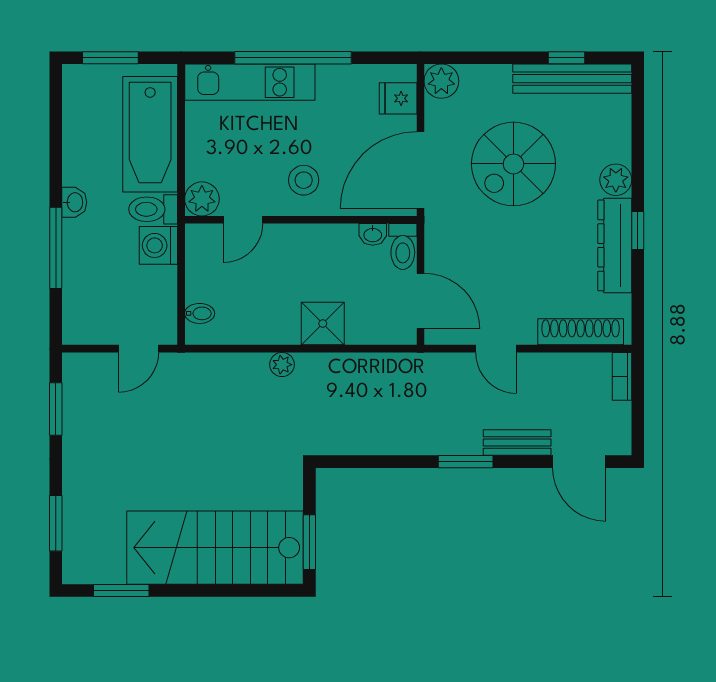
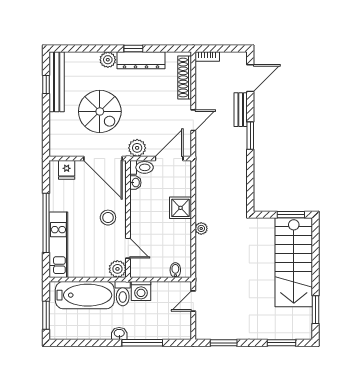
plant: (441, 81) -> (137, 148), moved
door: (139, 349) -> (193, 301), swing flipped

